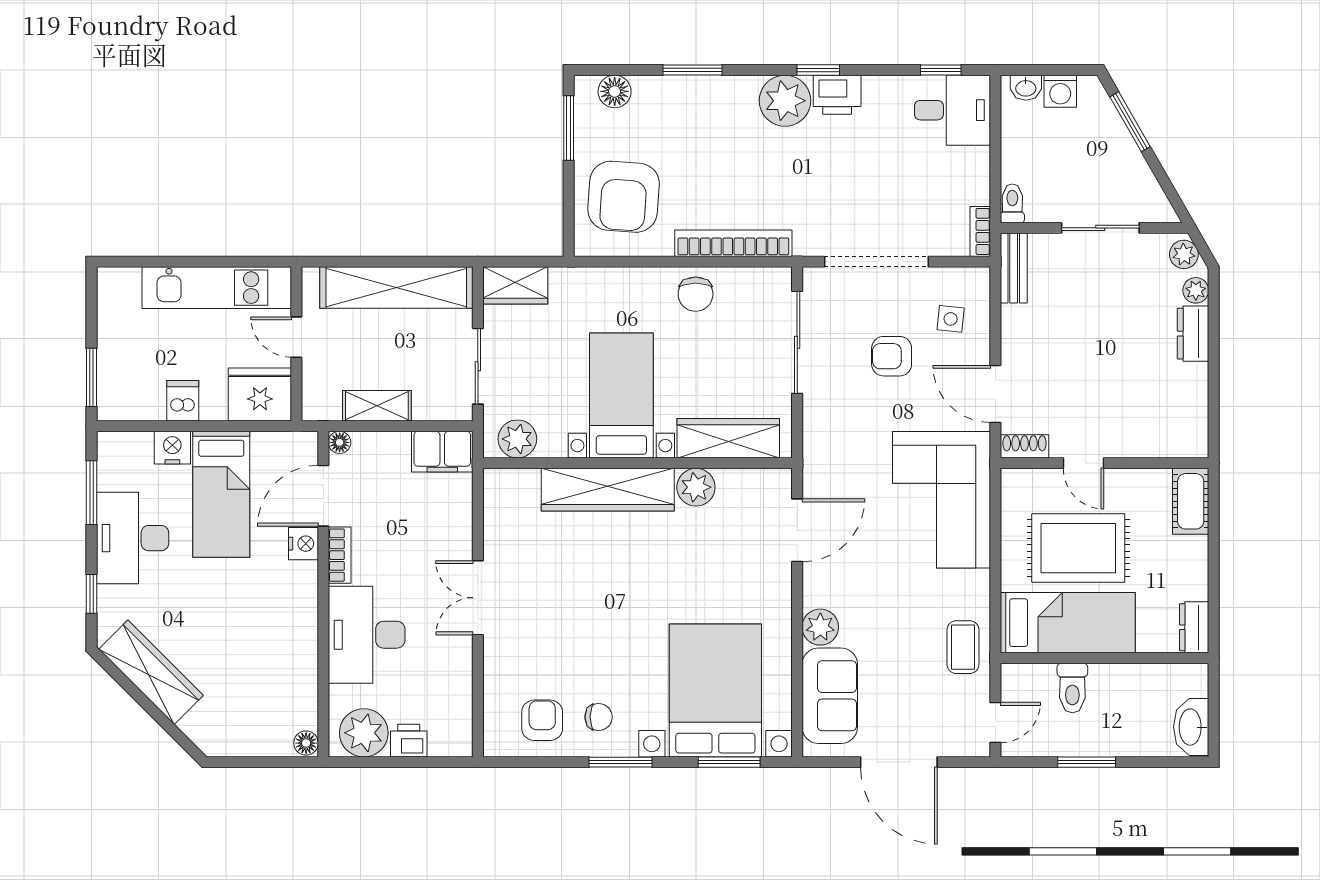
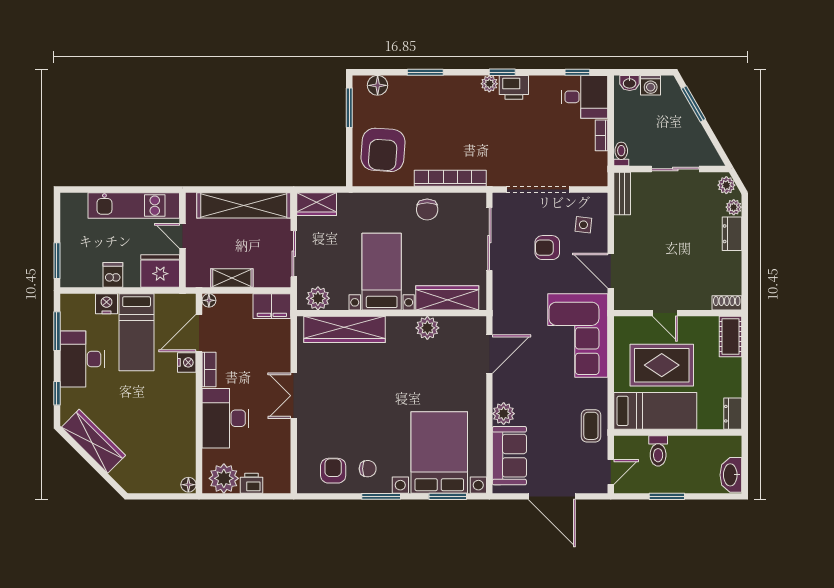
plant: (785, 101) -> (489, 84), width x0.53, depth x0.53
bookcase: (980, 231) -> (602, 135), moved
shoe rack: (1024, 446) -> (727, 303), moved
wardrobe: (608, 490) -> (345, 329), moved

